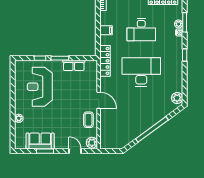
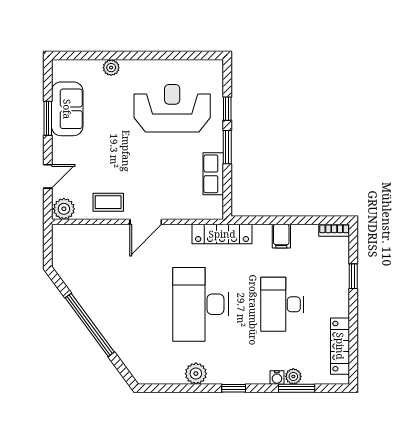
desk: (141, 72) -> (200, 304), turned 180
plant: (177, 98) -> (196, 374), moved

